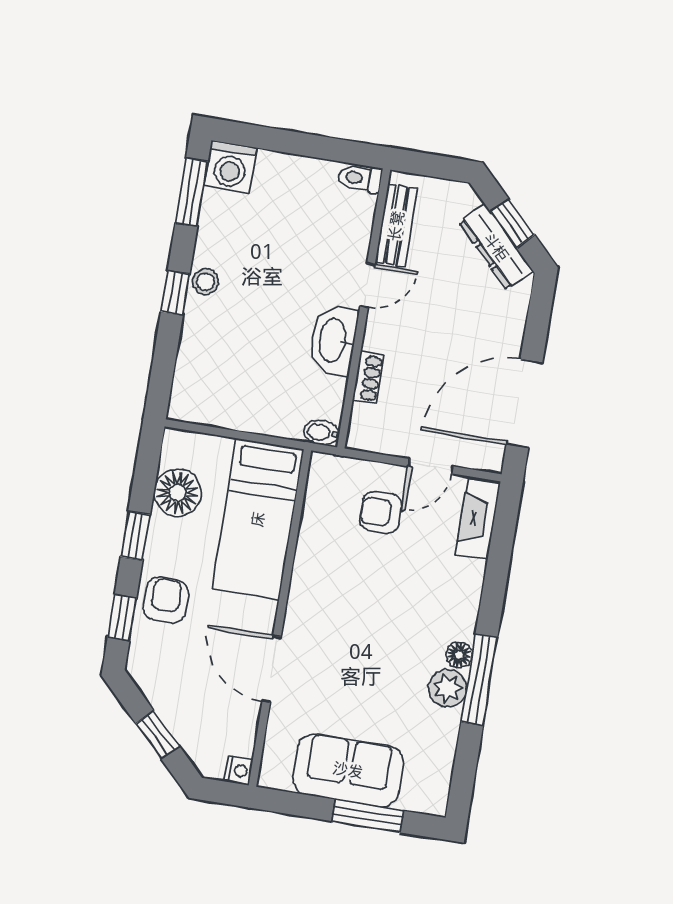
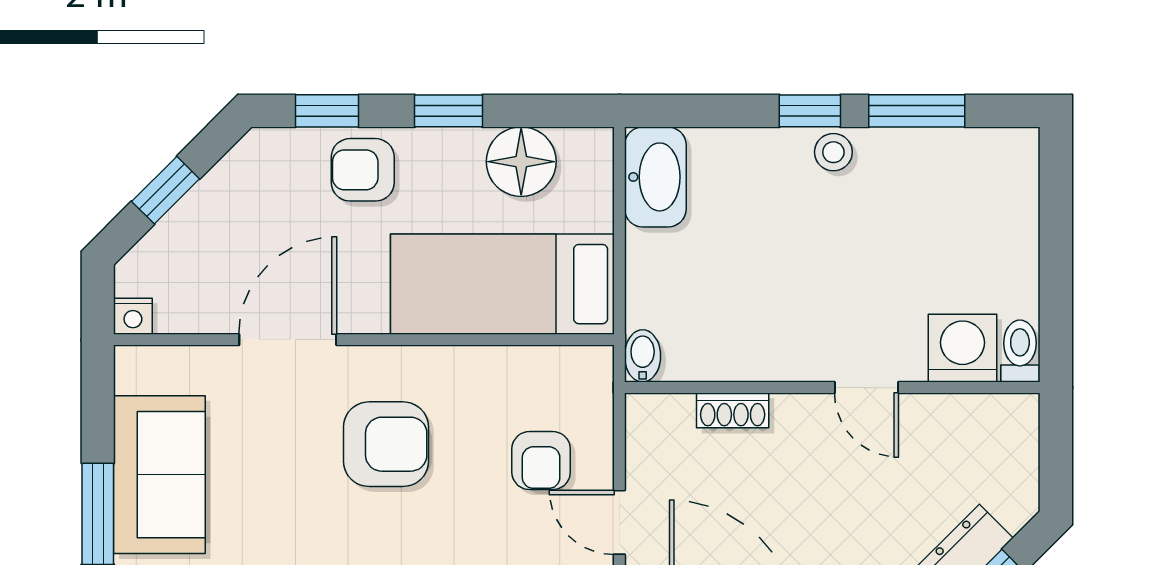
washing machine: (230, 167) -> (962, 348), moved, turned 90
window: (192, 192) -> (917, 111), moved
bench: (396, 226) -> (960, 415), removed
washbasin: (334, 340) -> (655, 177), moved, turned 90
armchair: (381, 512) -> (541, 461), turned 180
armchair: (166, 600) -> (363, 170), turned 180
armchair: (353, 615) -> (386, 444), added

